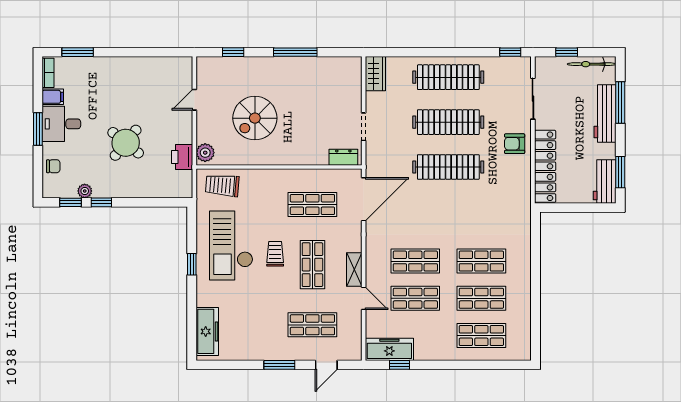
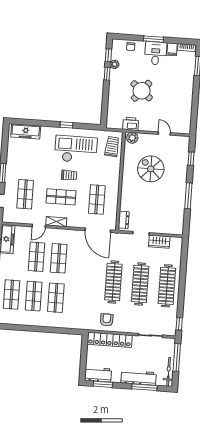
window: (567, 52) -> (177, 357), width x2.17
wardrobe: (375, 74) -> (159, 242), moved
armchair: (515, 144) -> (107, 320), moved

